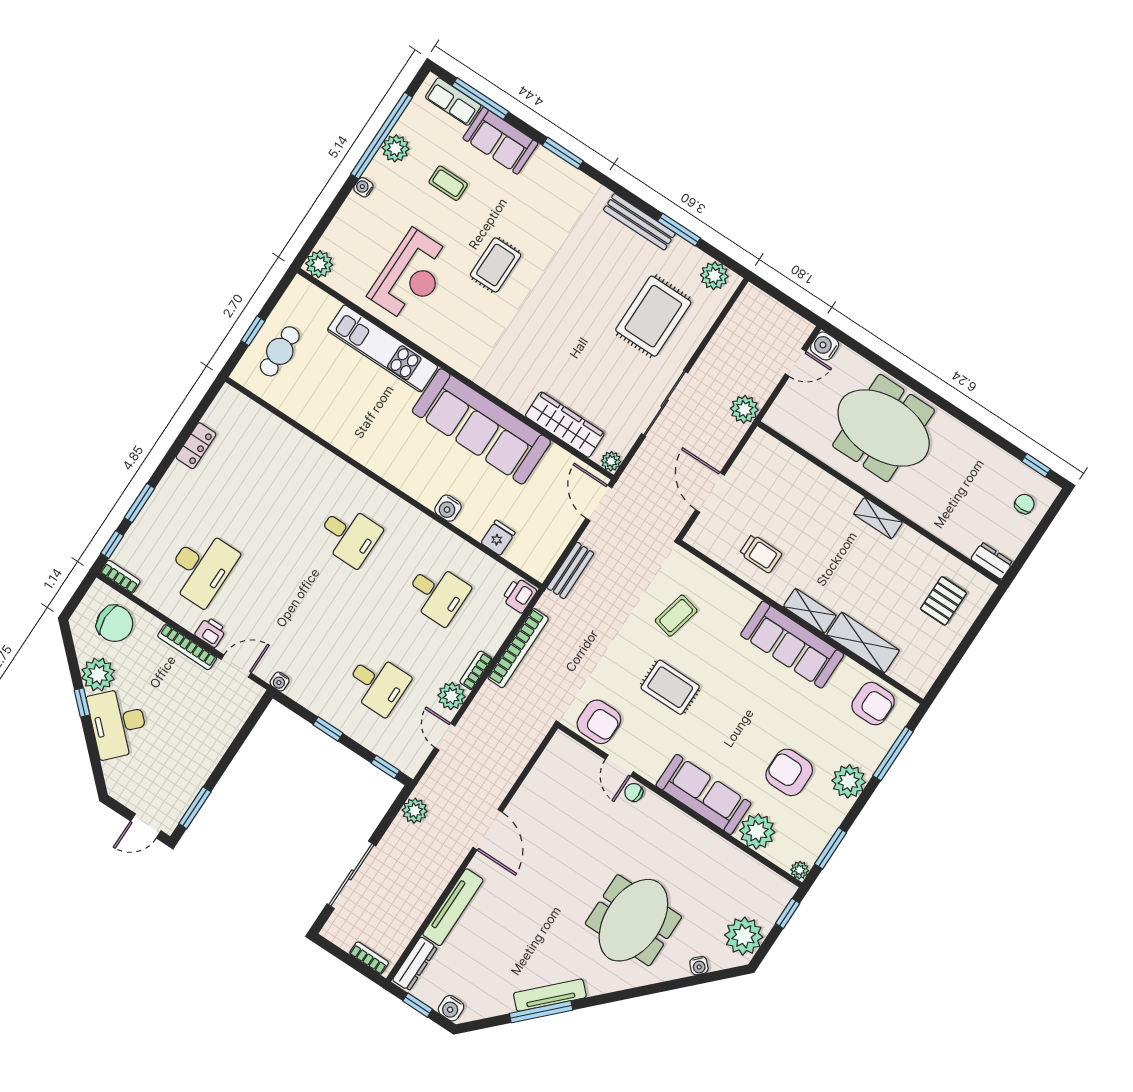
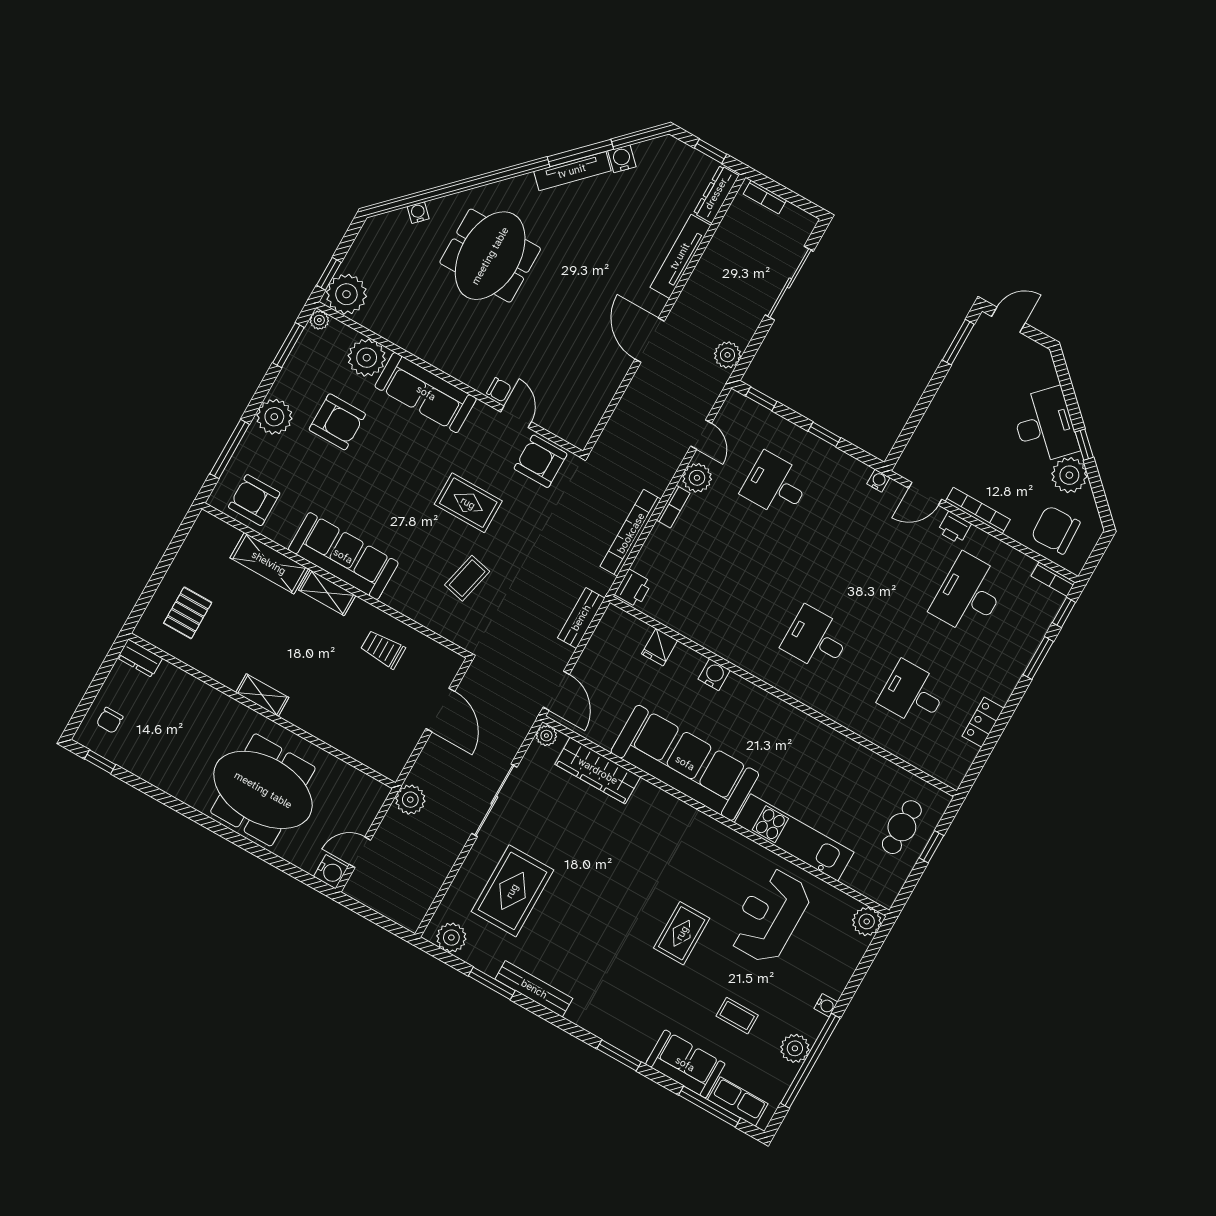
desk: (437, 593) -> (913, 694), moved
plant: (744, 936) -> (346, 294), moved
water cooler: (451, 1008) -> (622, 159), moved, turned -45

